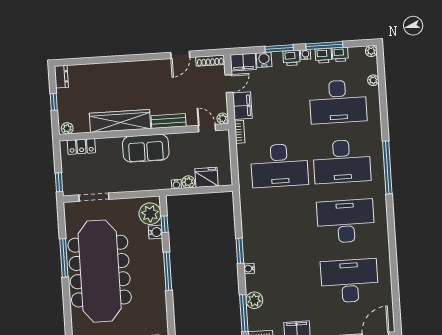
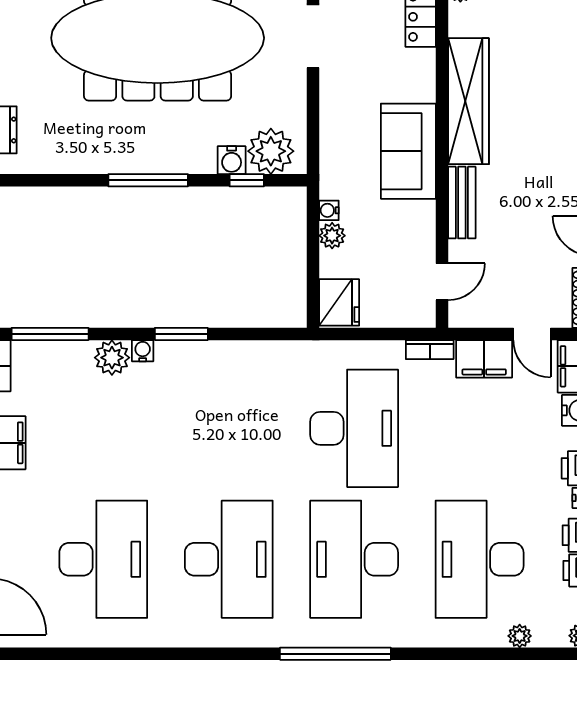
plant: (223, 119) -> (460, 316), removed
desk: (279, 165) -> (354, 428), turned 180
fridge: (207, 177) -> (339, 302), moved
plant: (254, 300) -> (112, 358), moved

